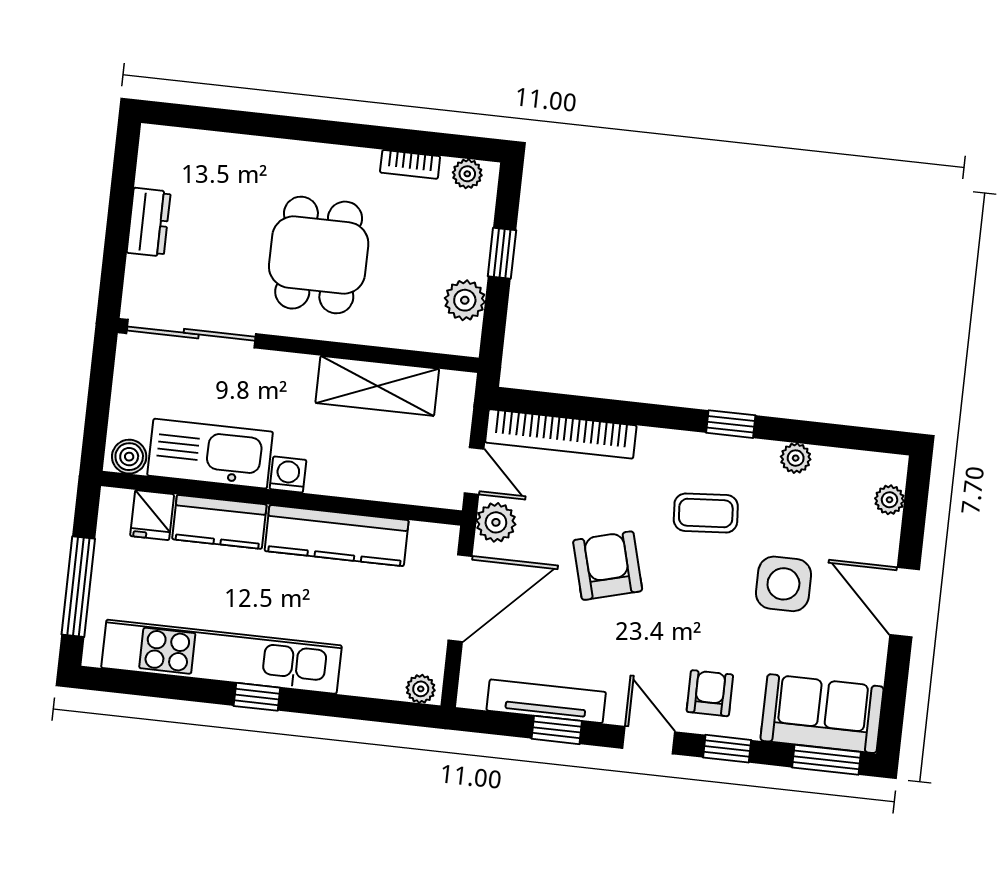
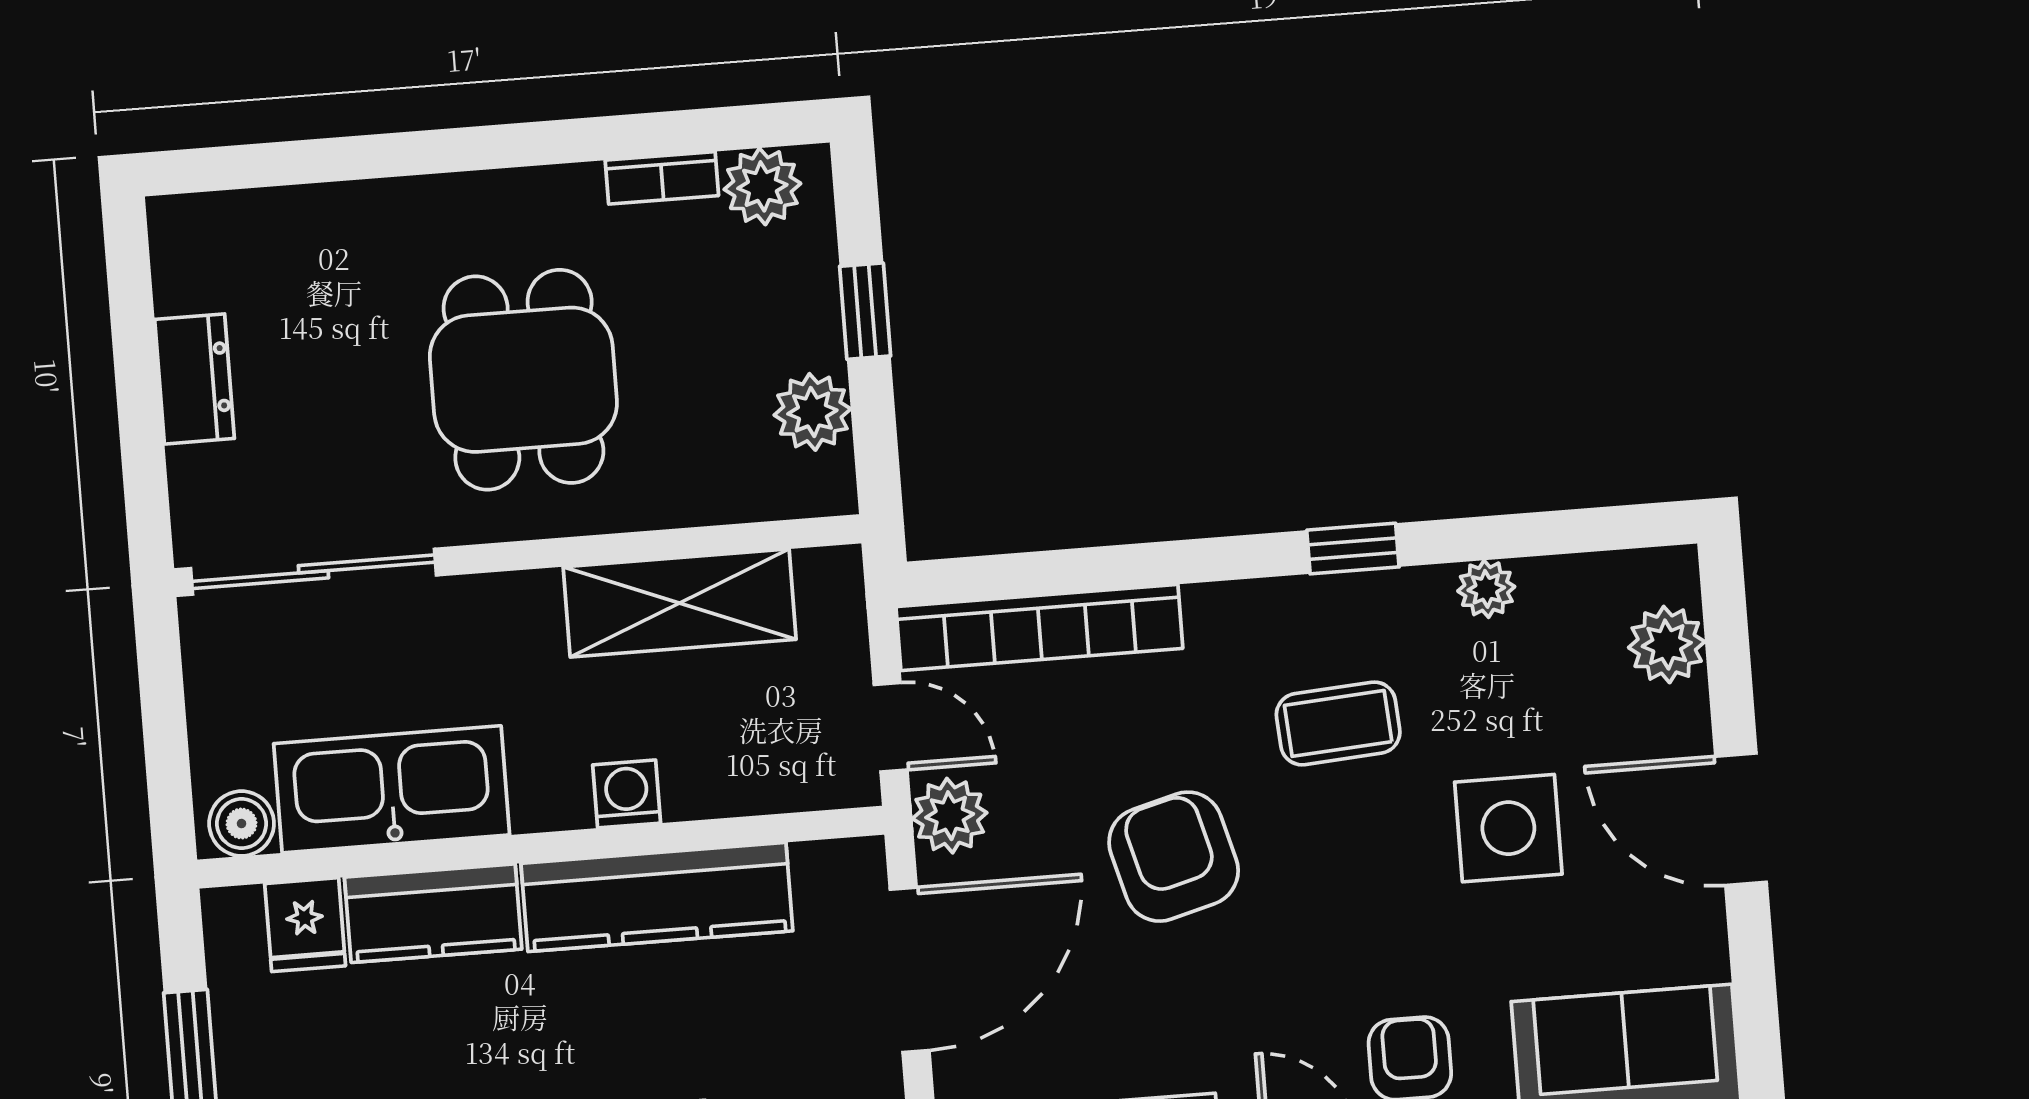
plant: (467, 174) -> (762, 186), width x1.38, depth x1.38
washing machine: (288, 475) -> (627, 794), moved
plant: (889, 500) -> (1667, 645), width x1.38, depth x1.38

